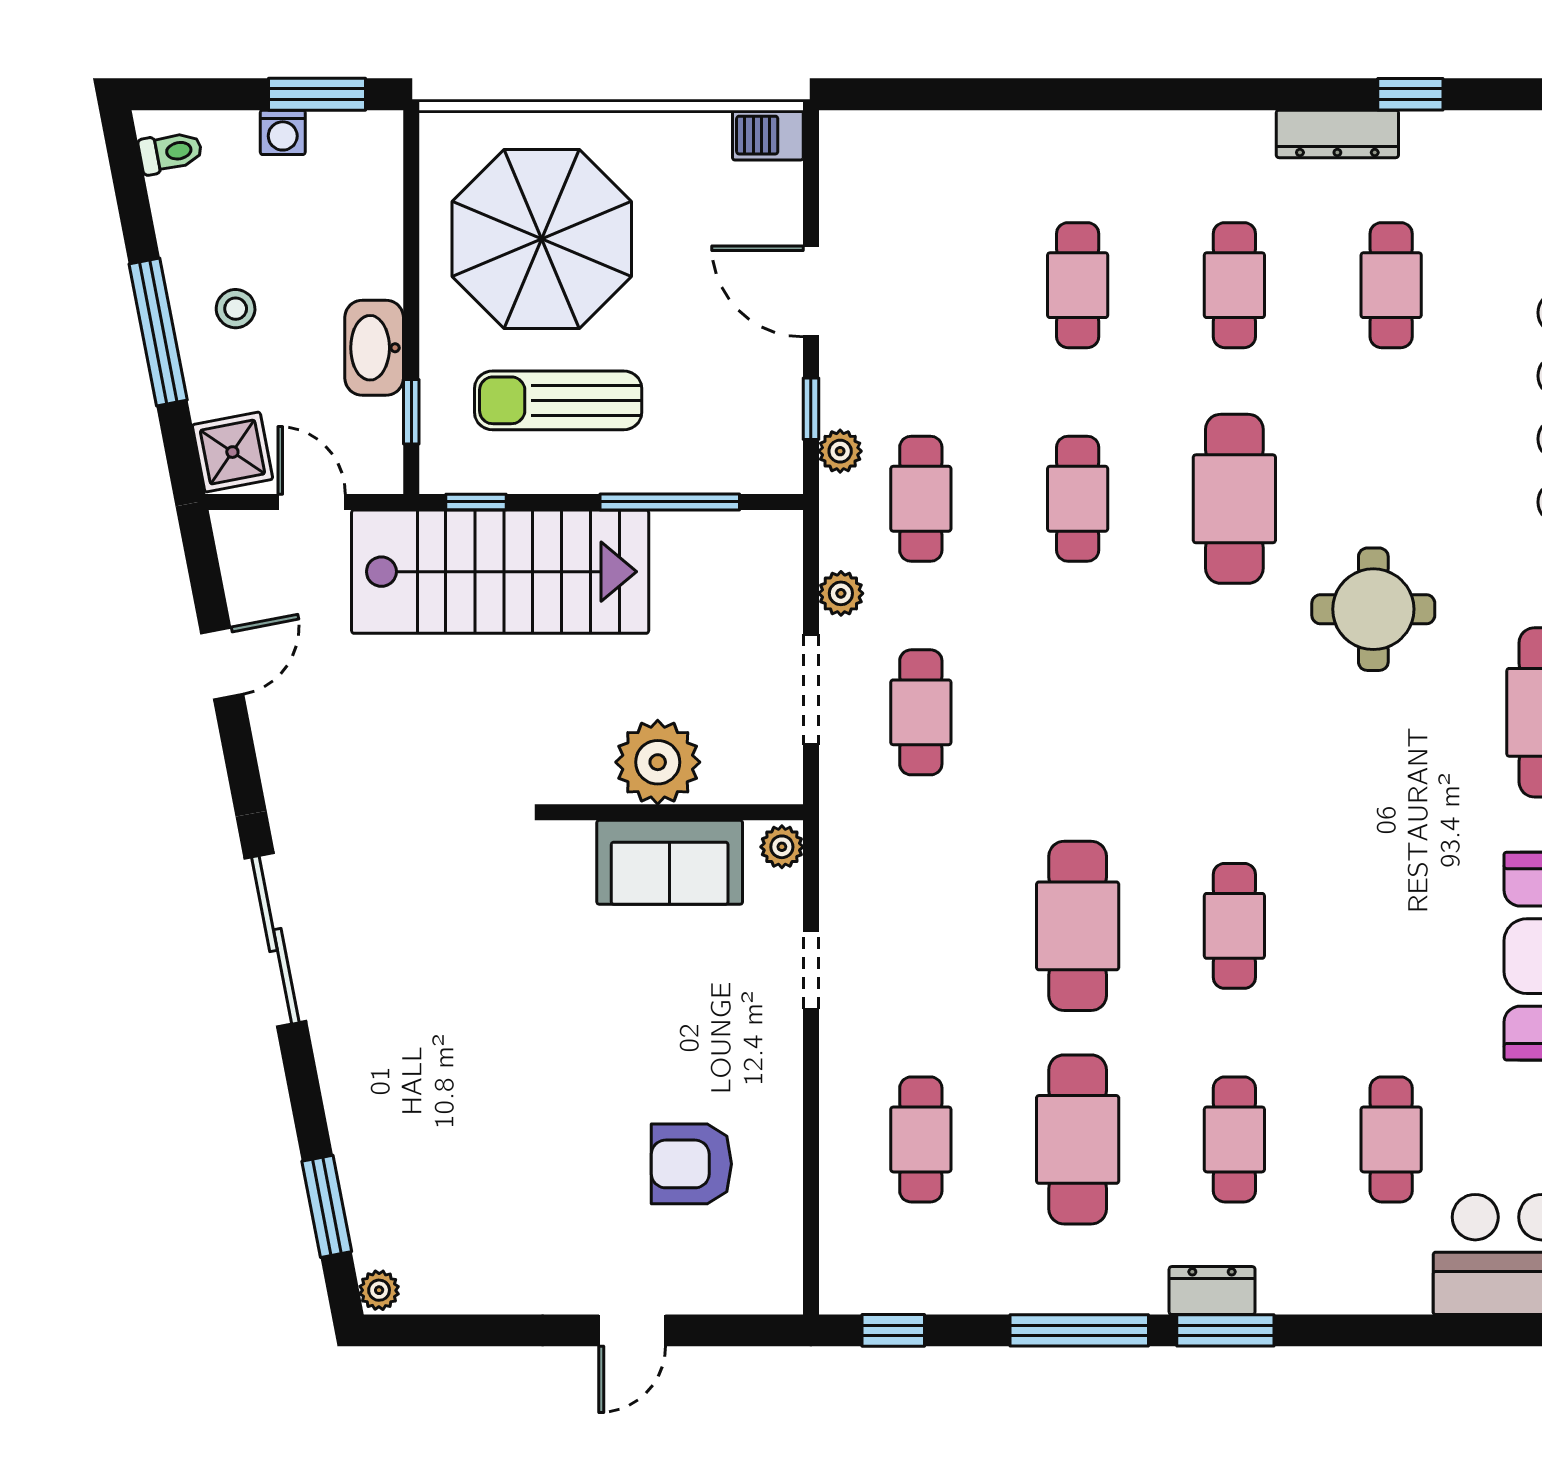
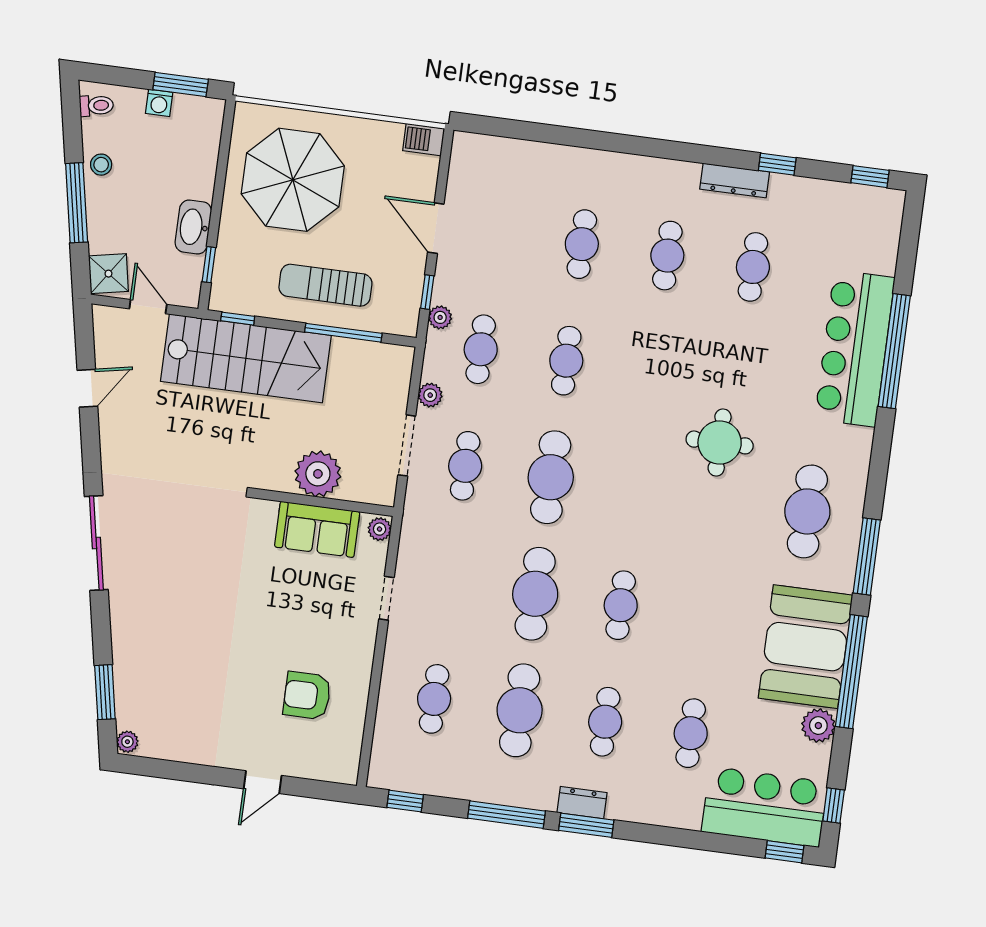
stool: (236, 309) -> (101, 165), moved
sun lounger: (558, 400) -> (325, 285), moved
cafe table: (1234, 499) -> (551, 477), moved

